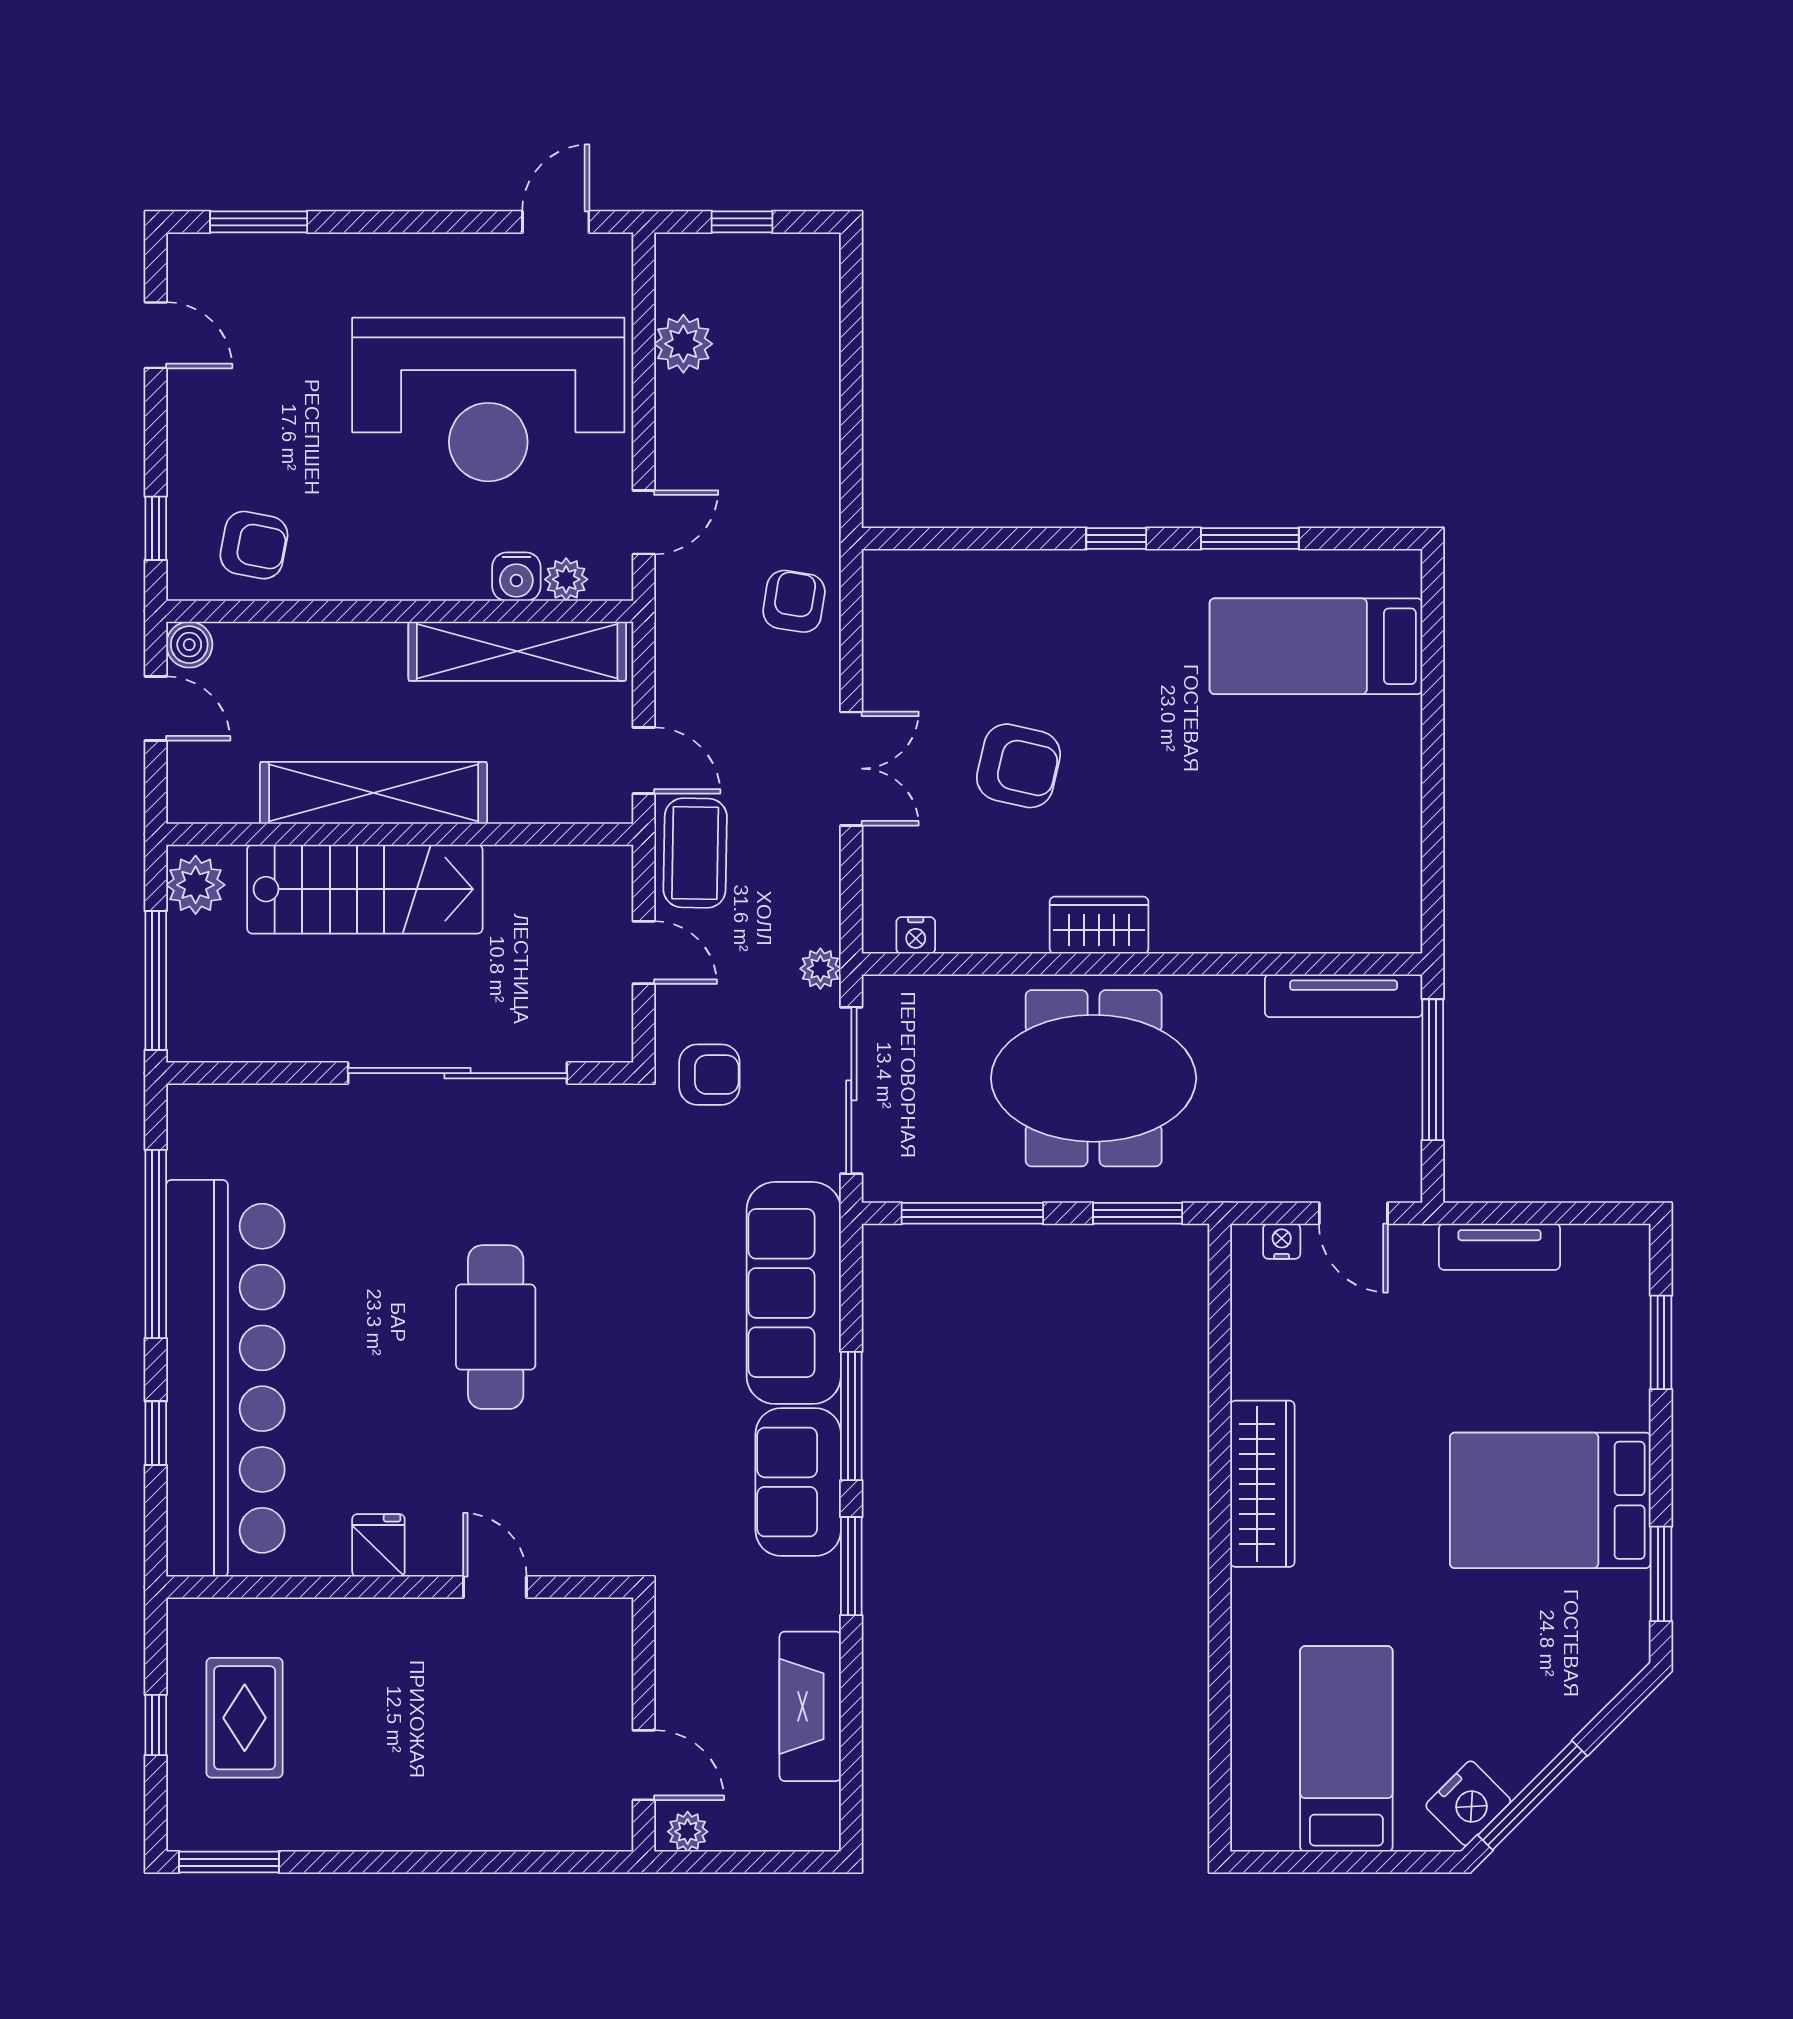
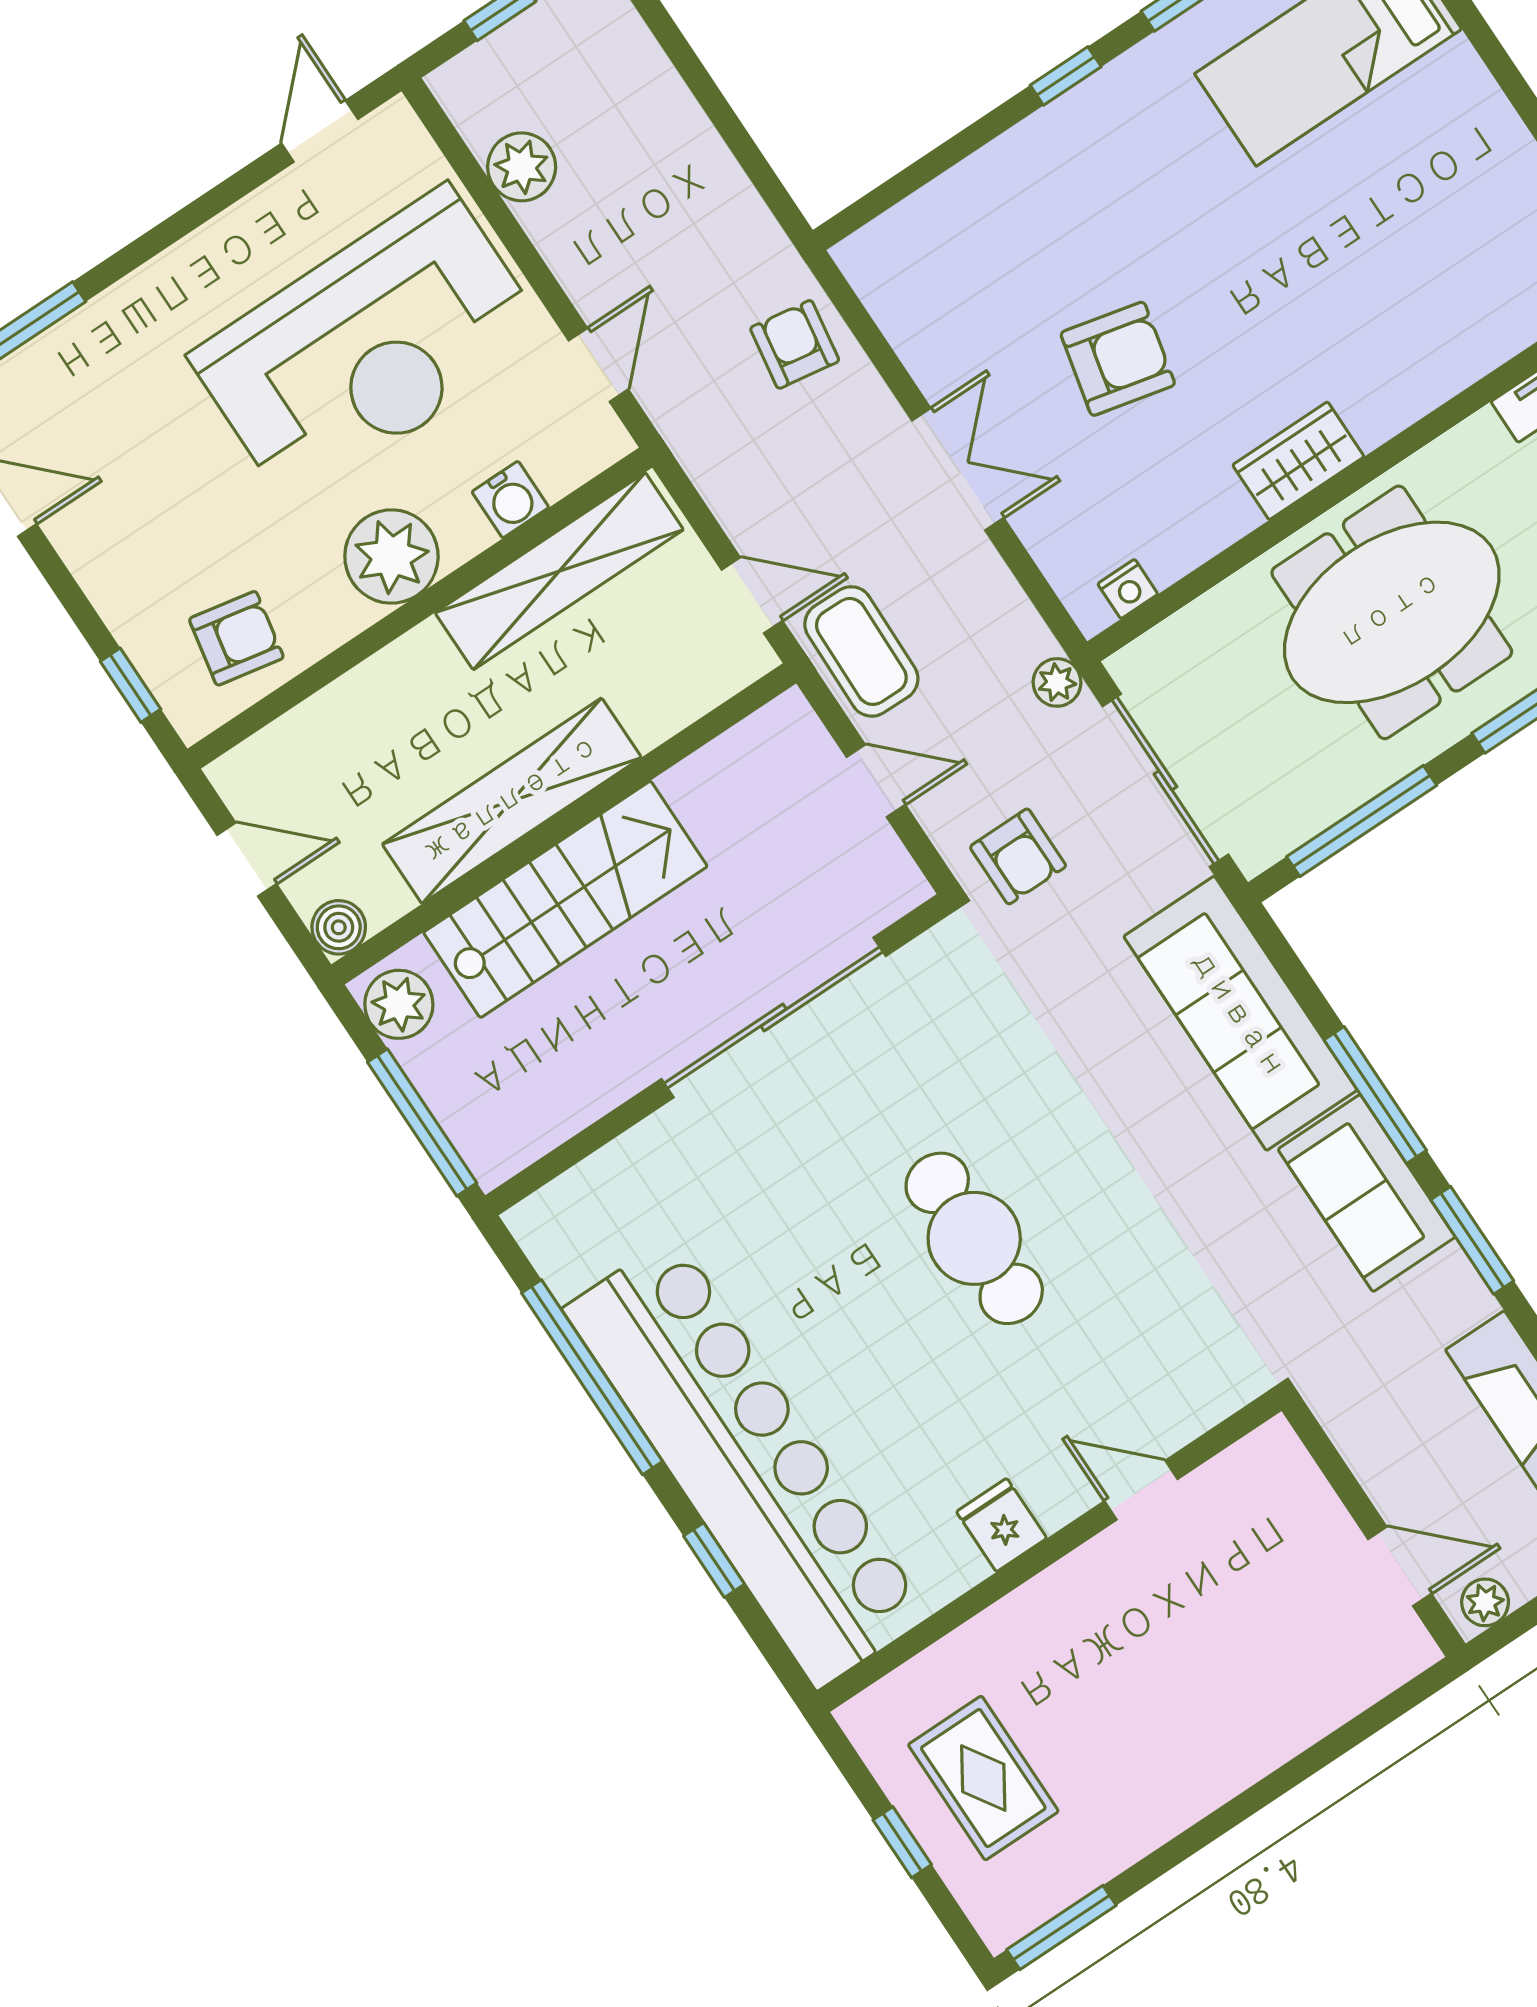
plant: (566, 579) -> (391, 557), moved, width x1.88, depth x1.88
boiler: (189, 645) -> (339, 927), moved
armchair: (709, 1075) -> (1018, 856), turned 90

